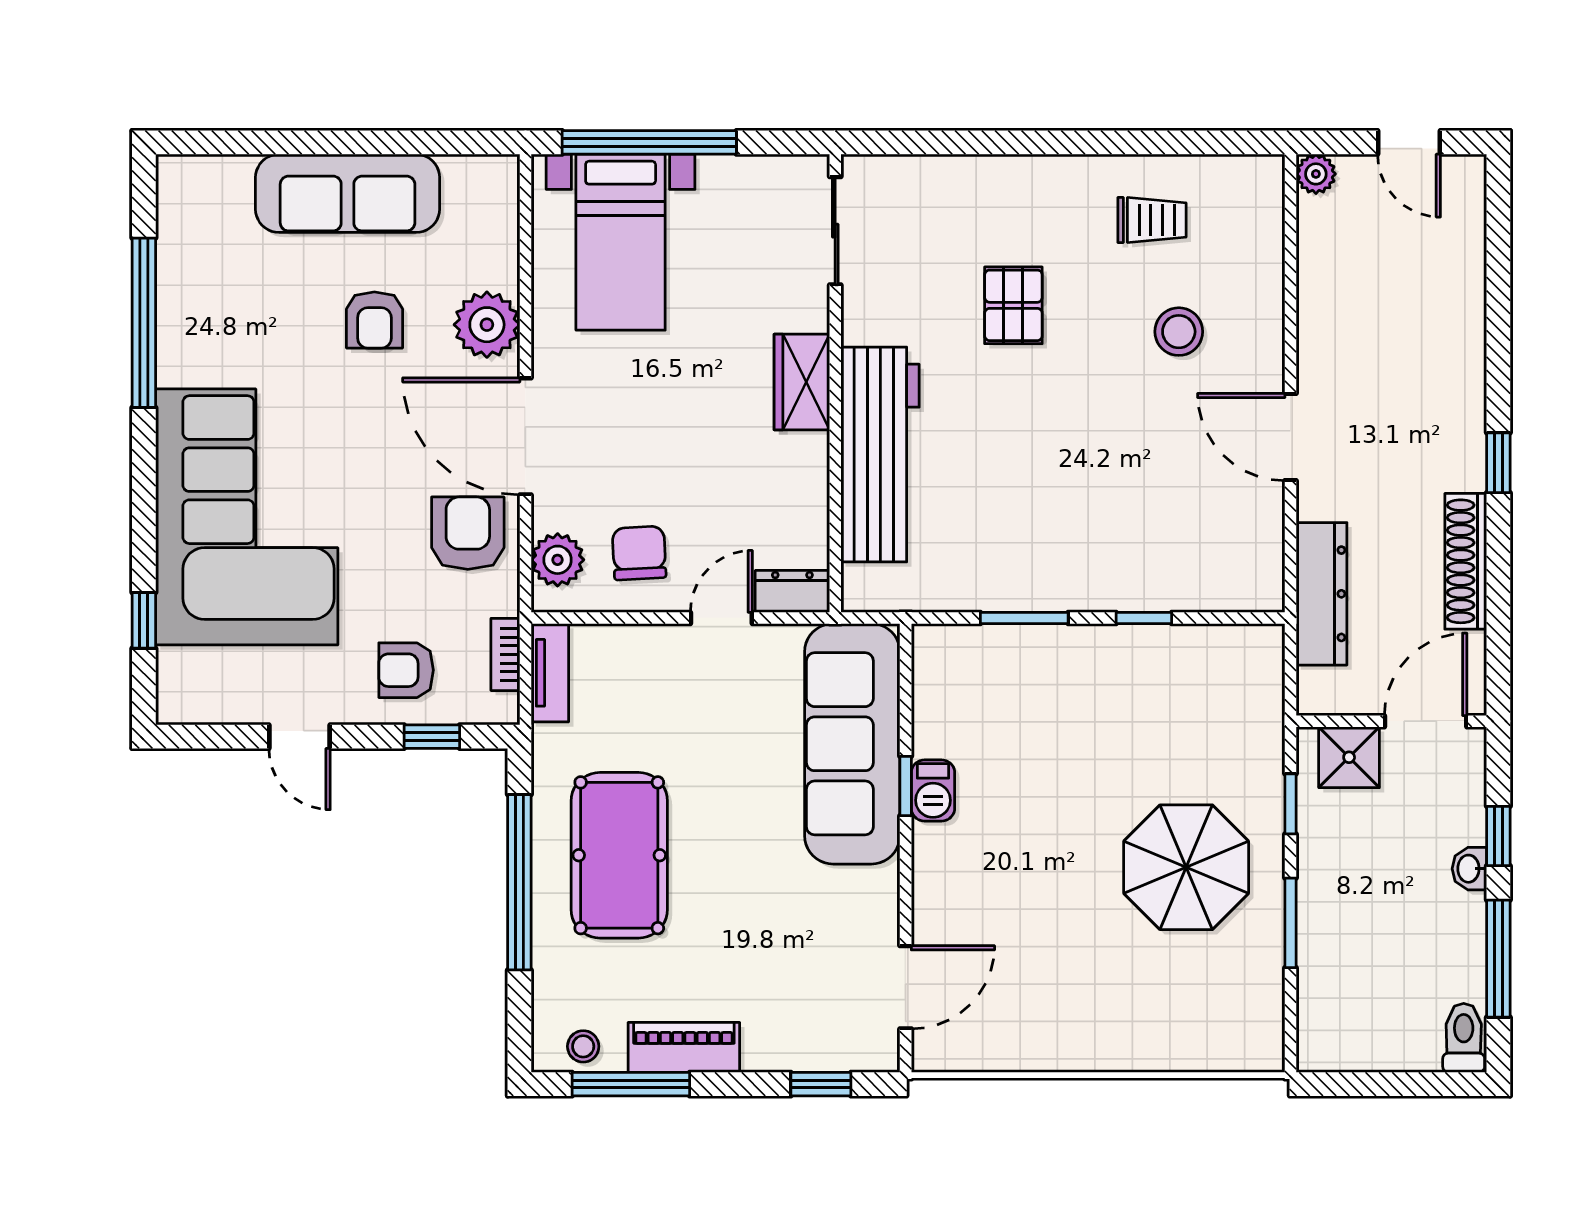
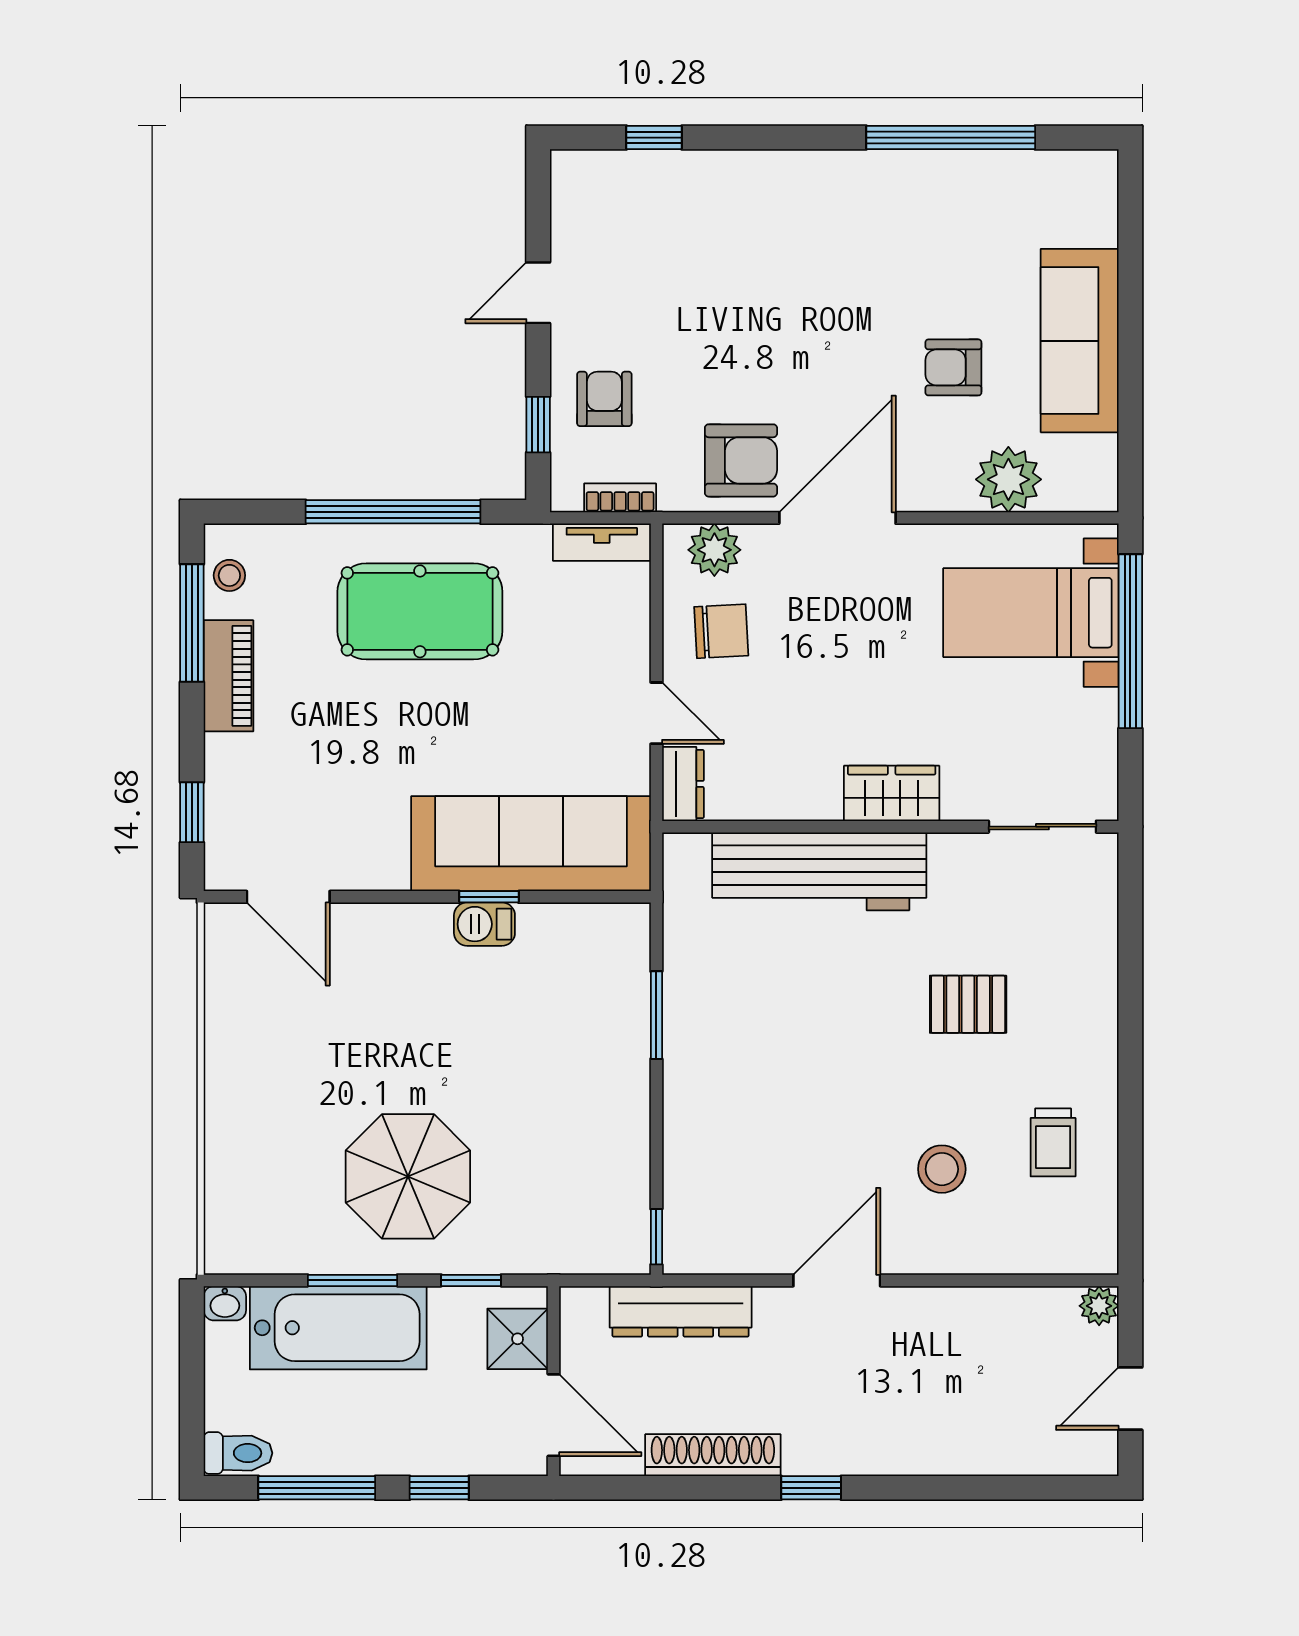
plant: (487, 325) -> (1008, 479), moved
corner sofa: (247, 517) -> (757, 240), removed
window: (1144, 618) -> (656, 1237), moved
washbasin: (1469, 869) -> (225, 1303), moved, turned 180
bathtub: (1338, 937) -> (338, 1328), added

